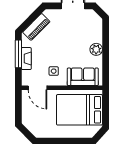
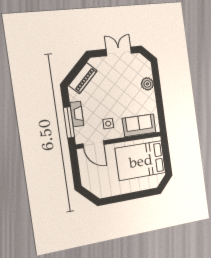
plant: (96, 49) -> (147, 84), moved
window: (18, 54) -> (69, 122), moved

